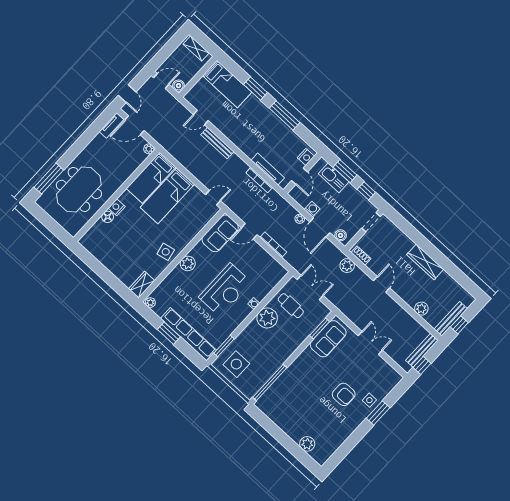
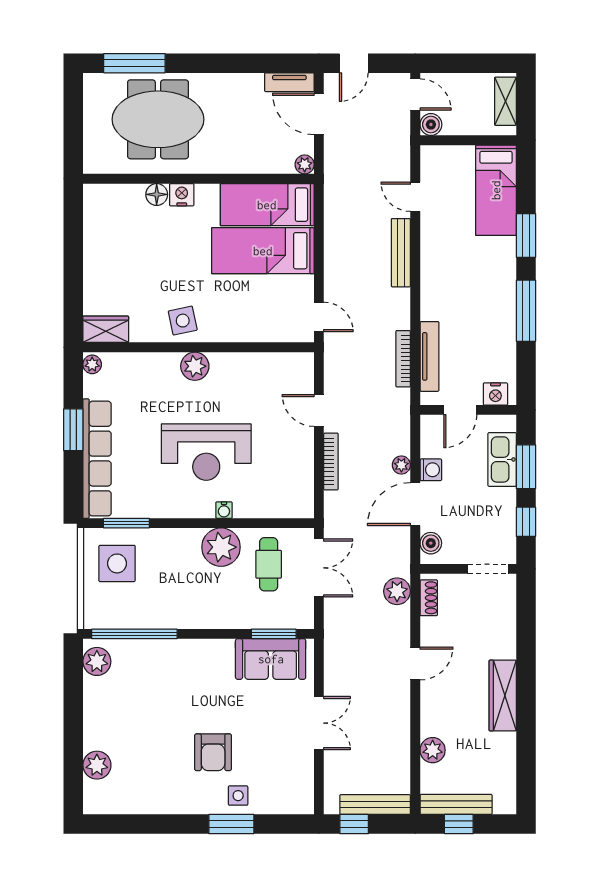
sofa: (220, 233) -> (279, 373), removed
plant: (267, 407) -> (97, 661), added

